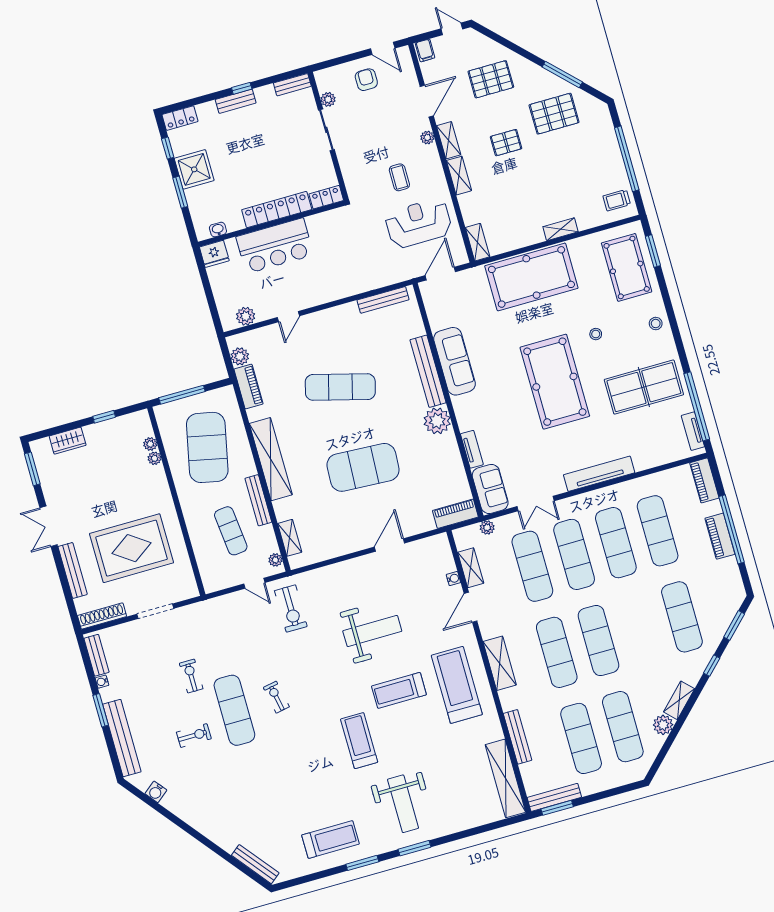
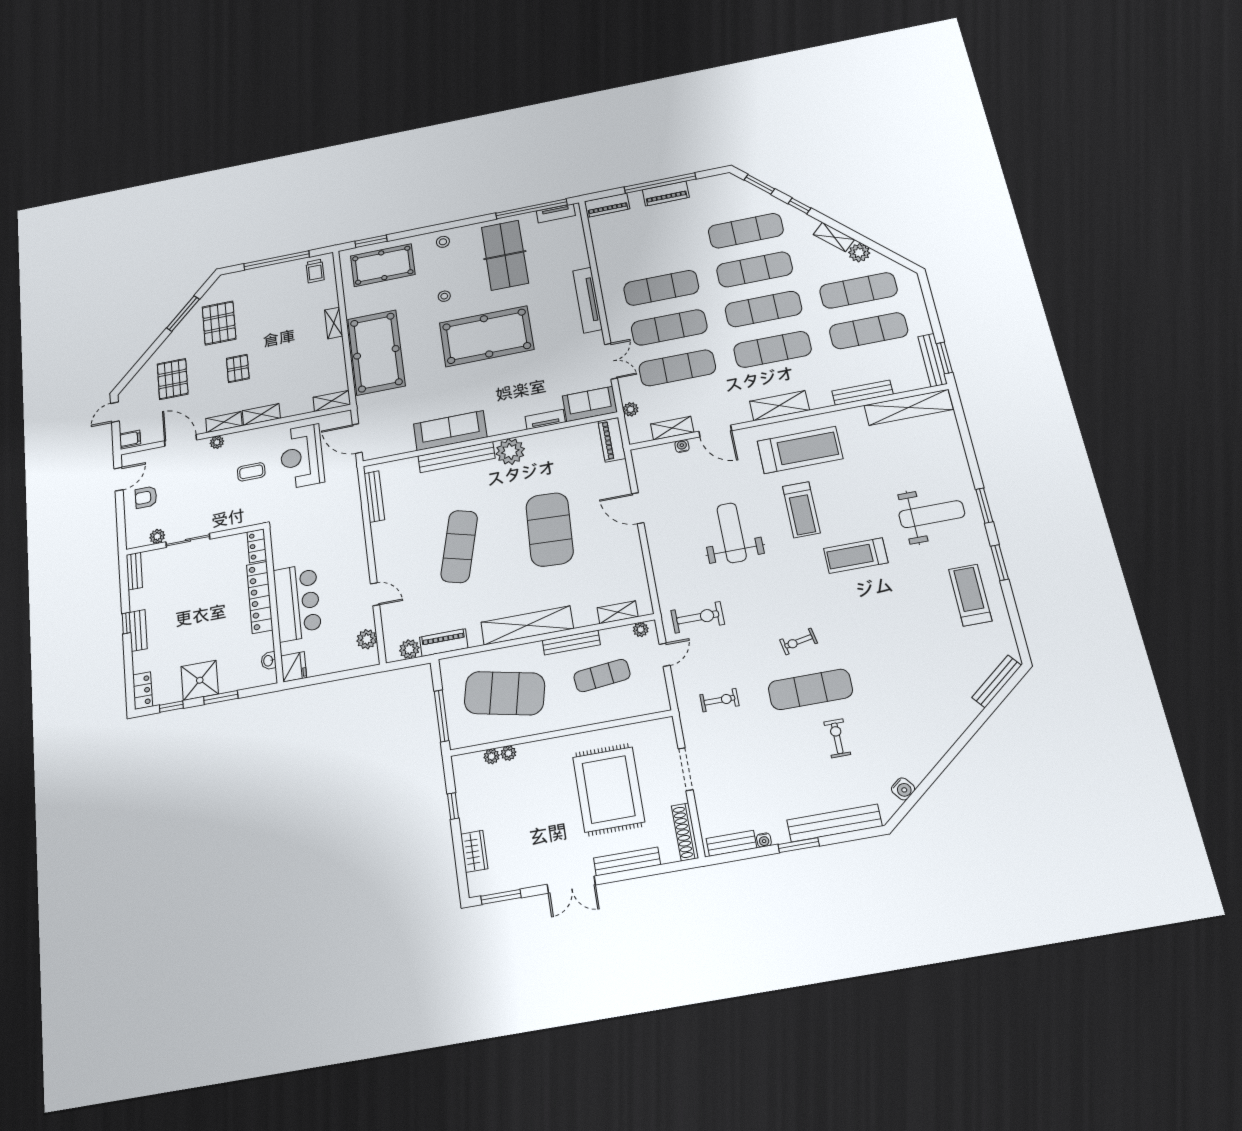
exercise mat: (658, 531) -> (755, 269), moved
exercise bike: (191, 676) -> (719, 700), moved, turned 180
treadmill: (457, 685) -> (800, 450), turned 180

